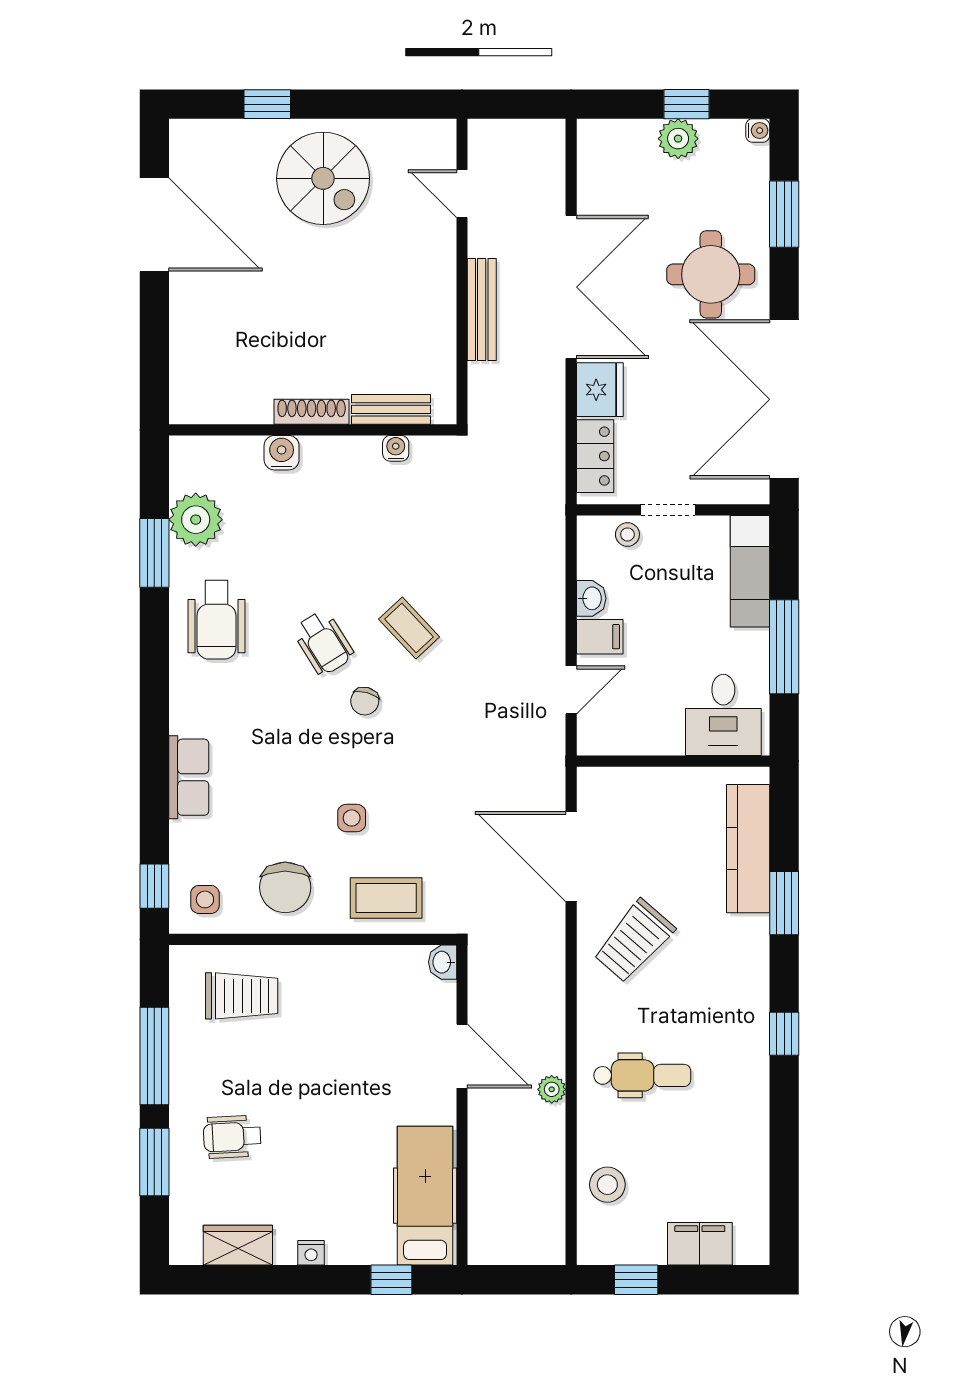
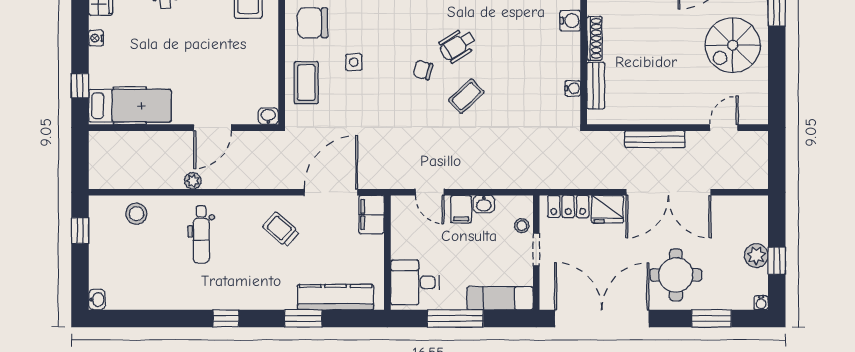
trolley: (634, 941) -> (281, 229), width x0.73, depth x0.72
filing cabinet: (700, 1244) -> (371, 215), moved, turned 180
washbasin: (752, 1251) -> (97, 300), added

